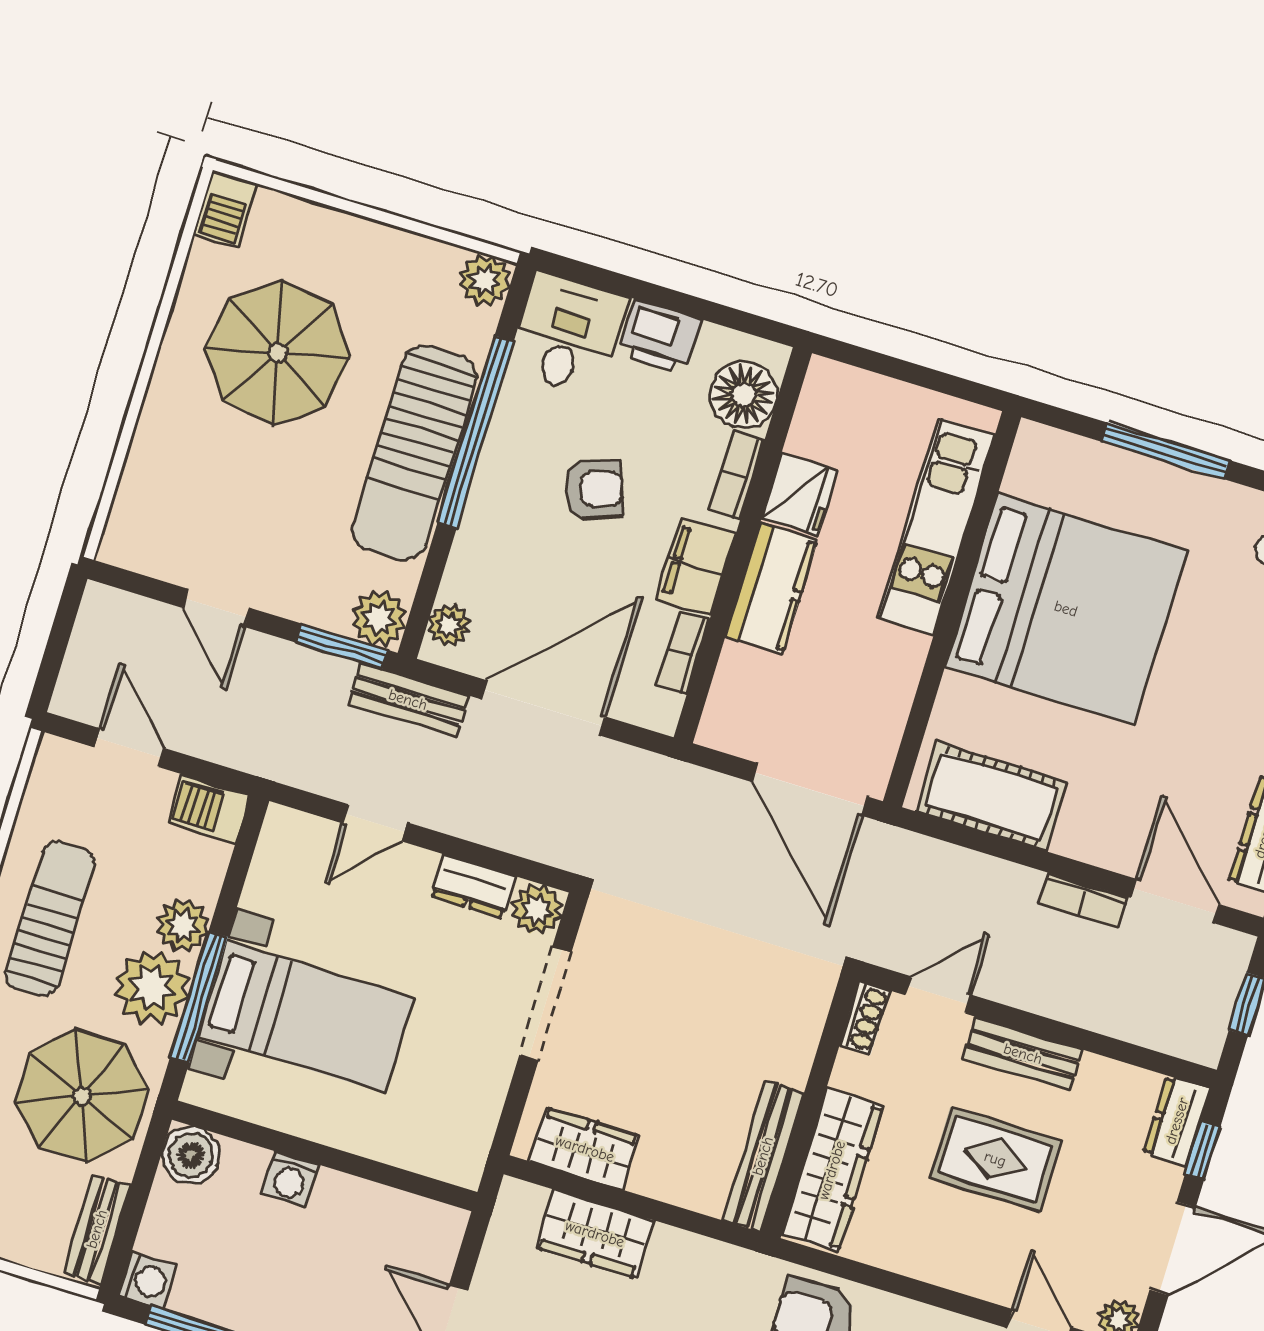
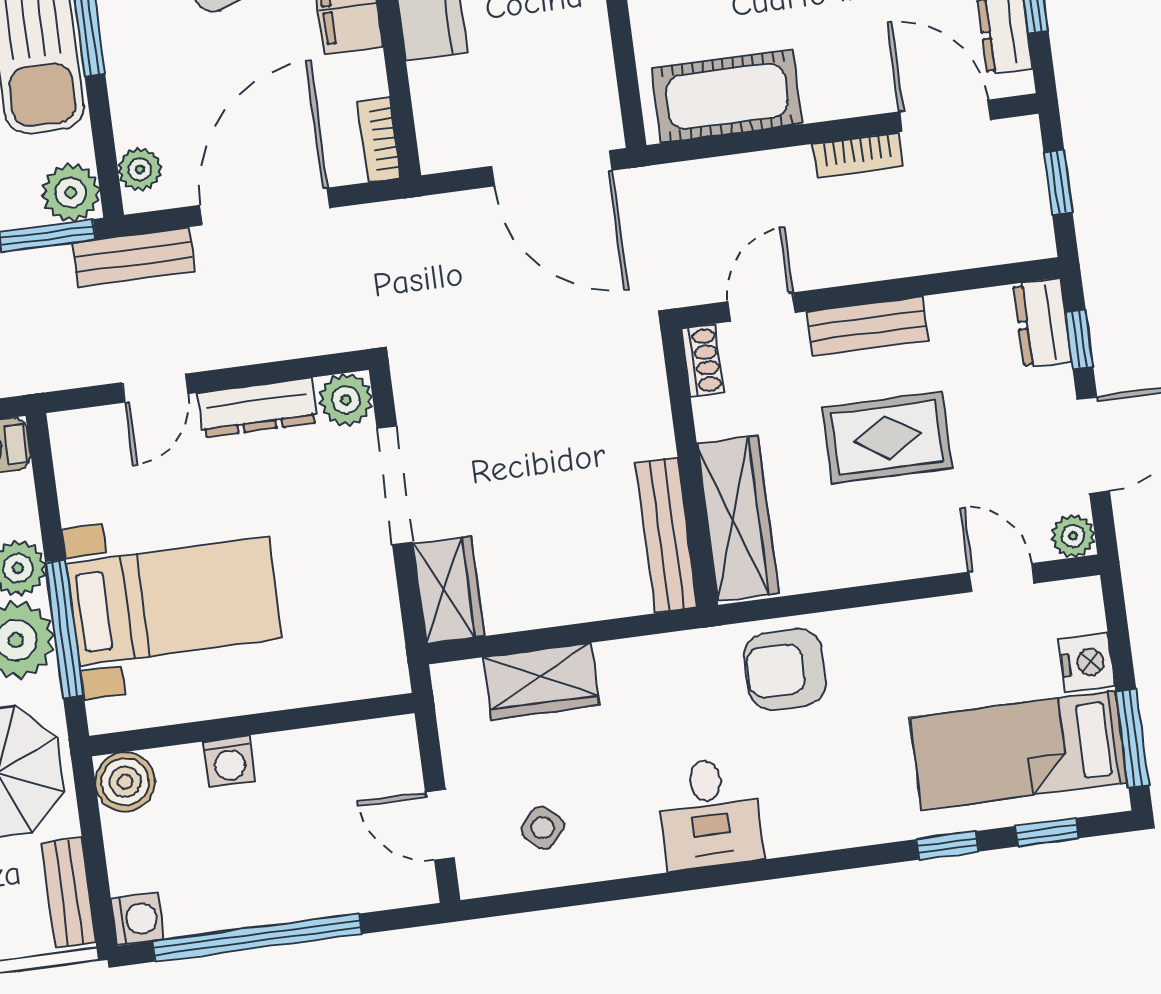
bookcase: (683, 653) -> (379, 140), moved
dresser: (473, 886) -> (258, 408), width x1.44
wardrobe: (585, 1149) -> (449, 590), moved, turned 90

